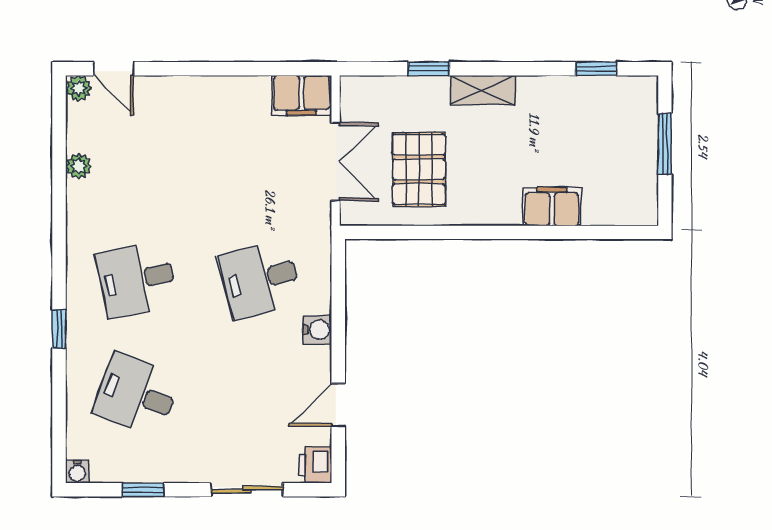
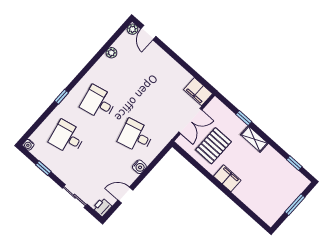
filing cabinet: (552, 206) -> (227, 178), moved
desk: (137, 395) -> (67, 138), turned -33

